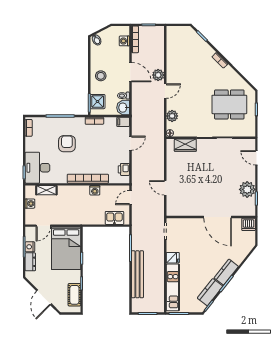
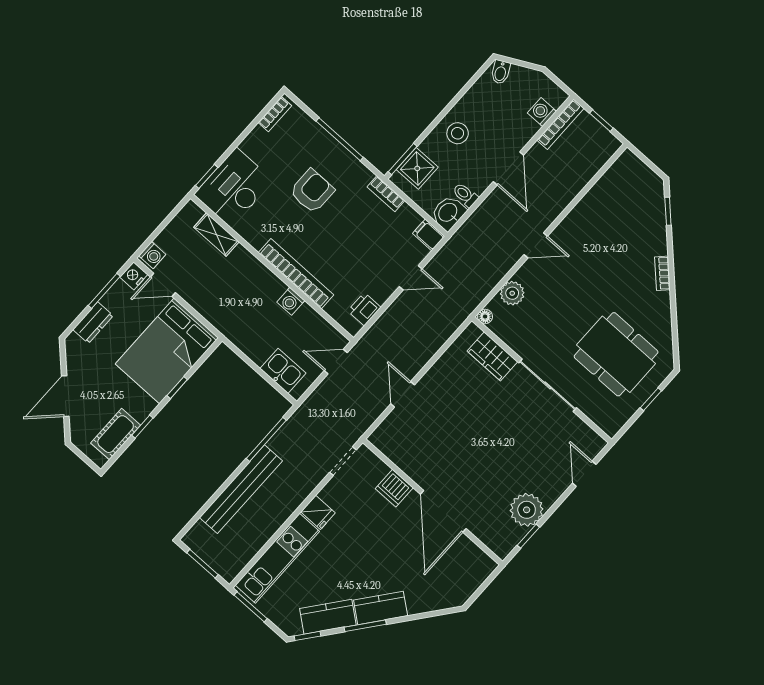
plant: (158, 75) -> (547, 211), removed
washing machine: (30, 204) -> (152, 255), moved
dishwasher: (249, 224) -> (394, 488), moved
nightstand: (30, 247) -> (134, 276), moved

